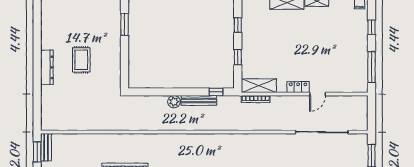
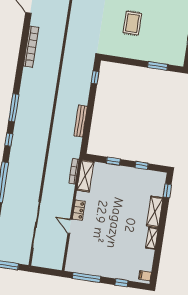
rug: (81, 60) -> (132, 23), turned 90
window: (216, 92) -> (95, 77), moved
plant: (174, 102) -> (83, 99), removed

